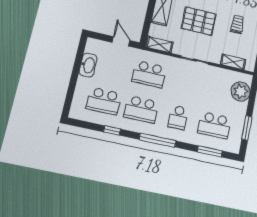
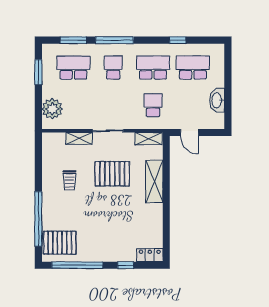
shelving: (233, 62) -> (79, 138), moved
school desk: (149, 74) -> (153, 105), width x0.54
window: (157, 140) -> (115, 40), moved

